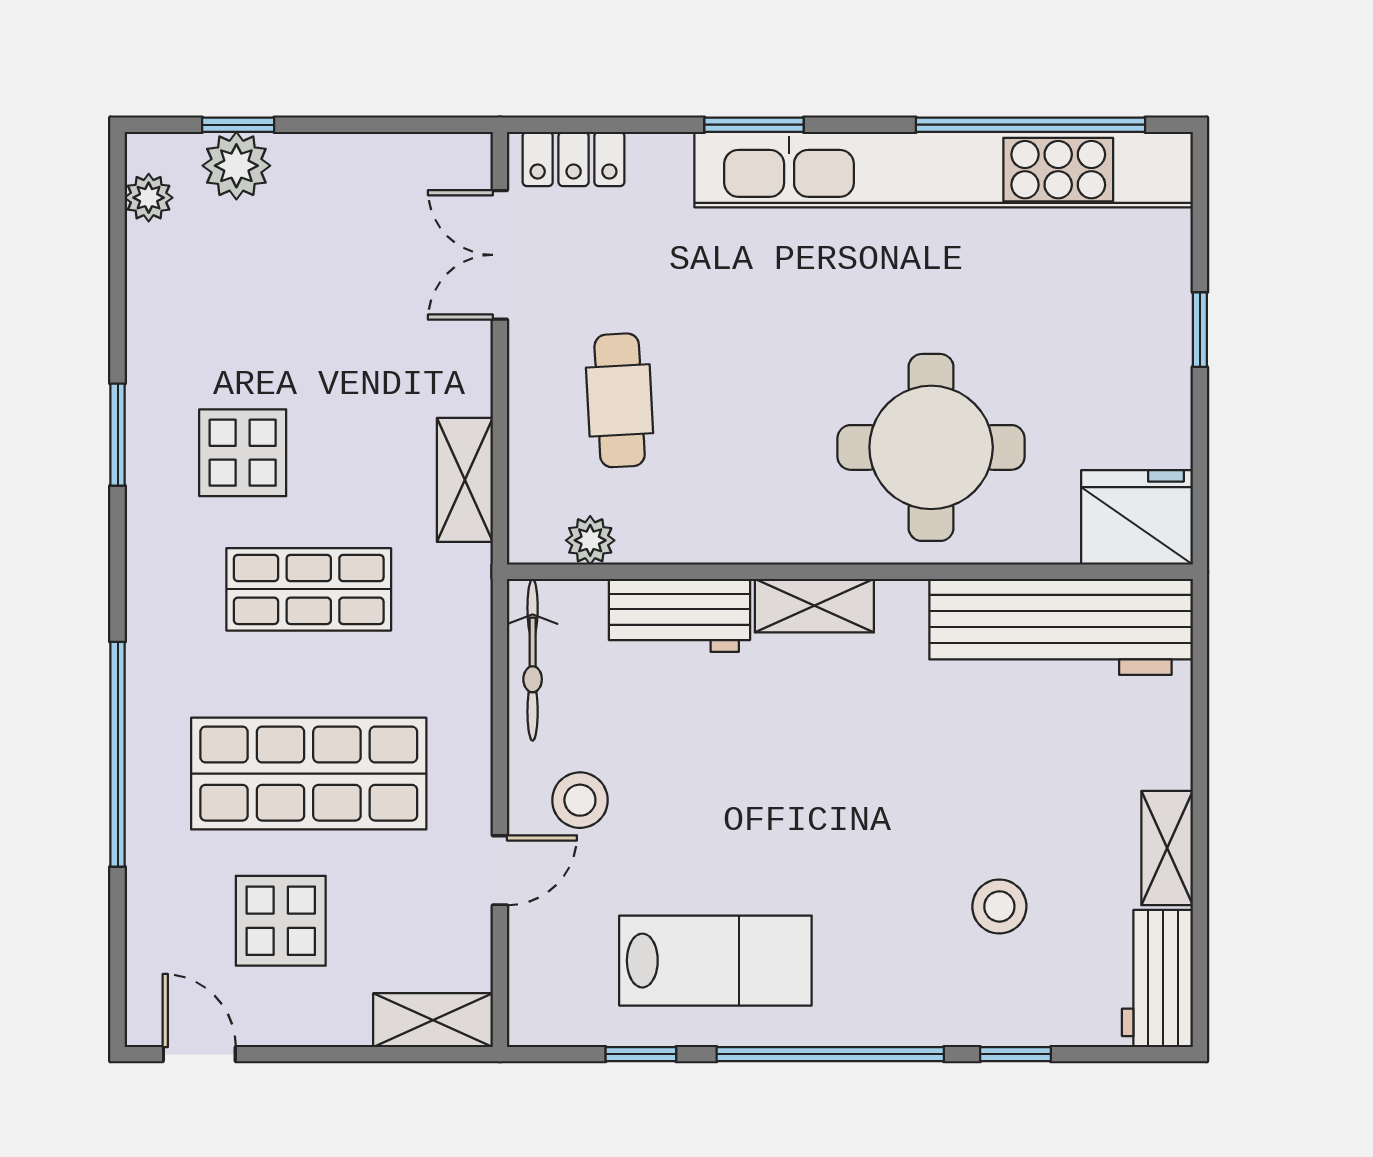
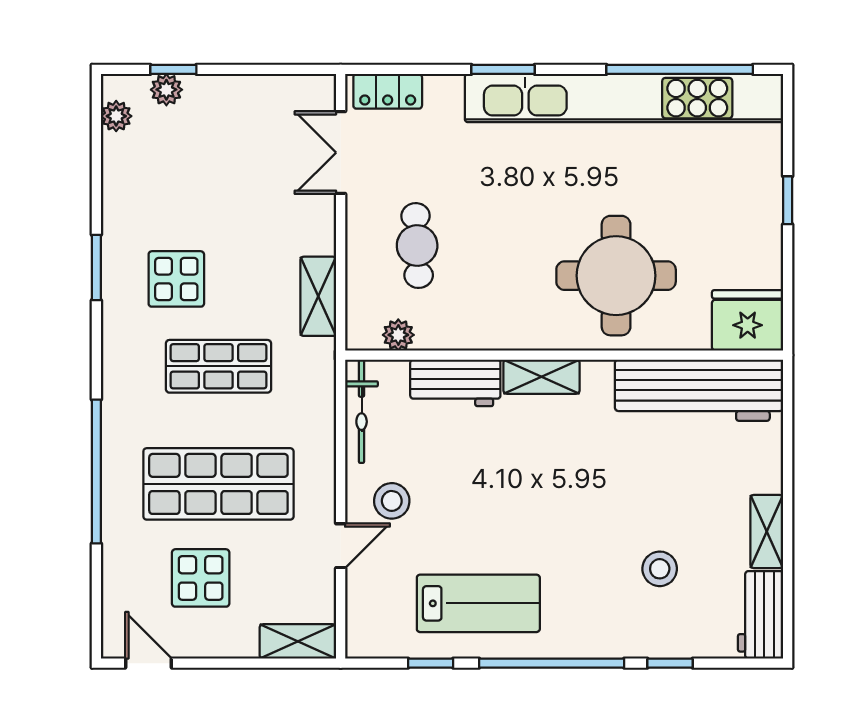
plant: (236, 166) -> (166, 90), width x0.73, depth x0.73

